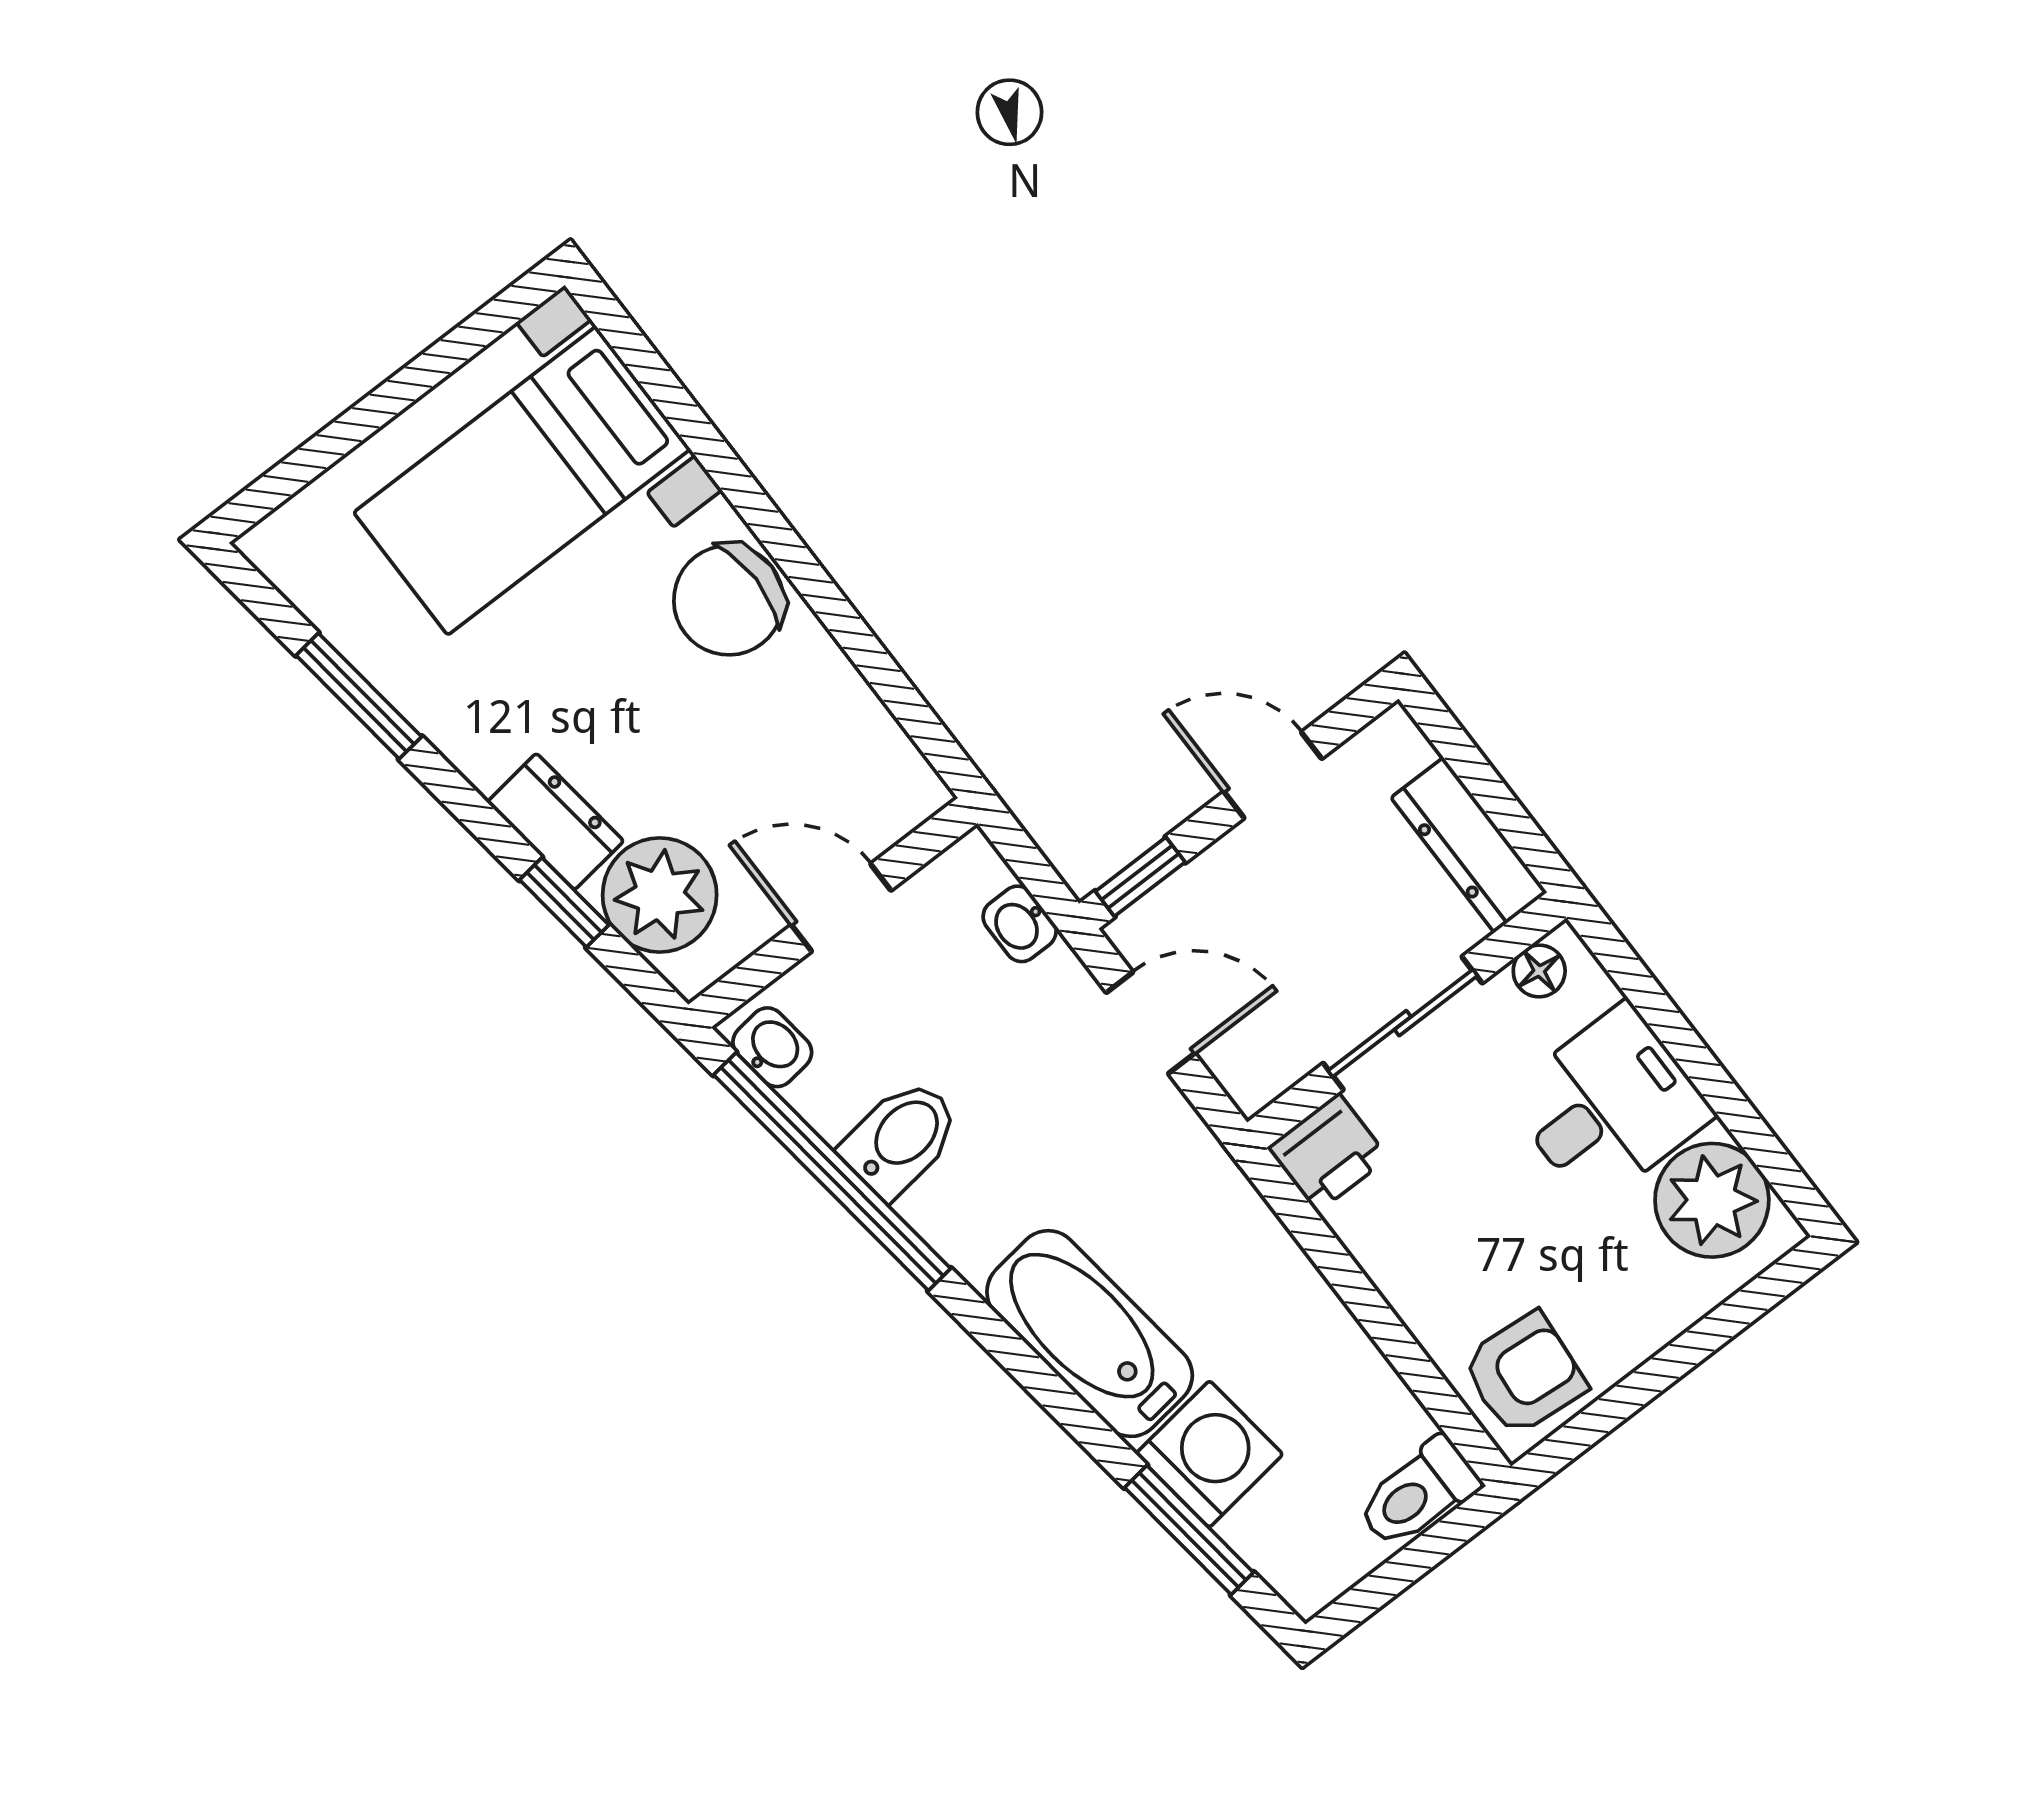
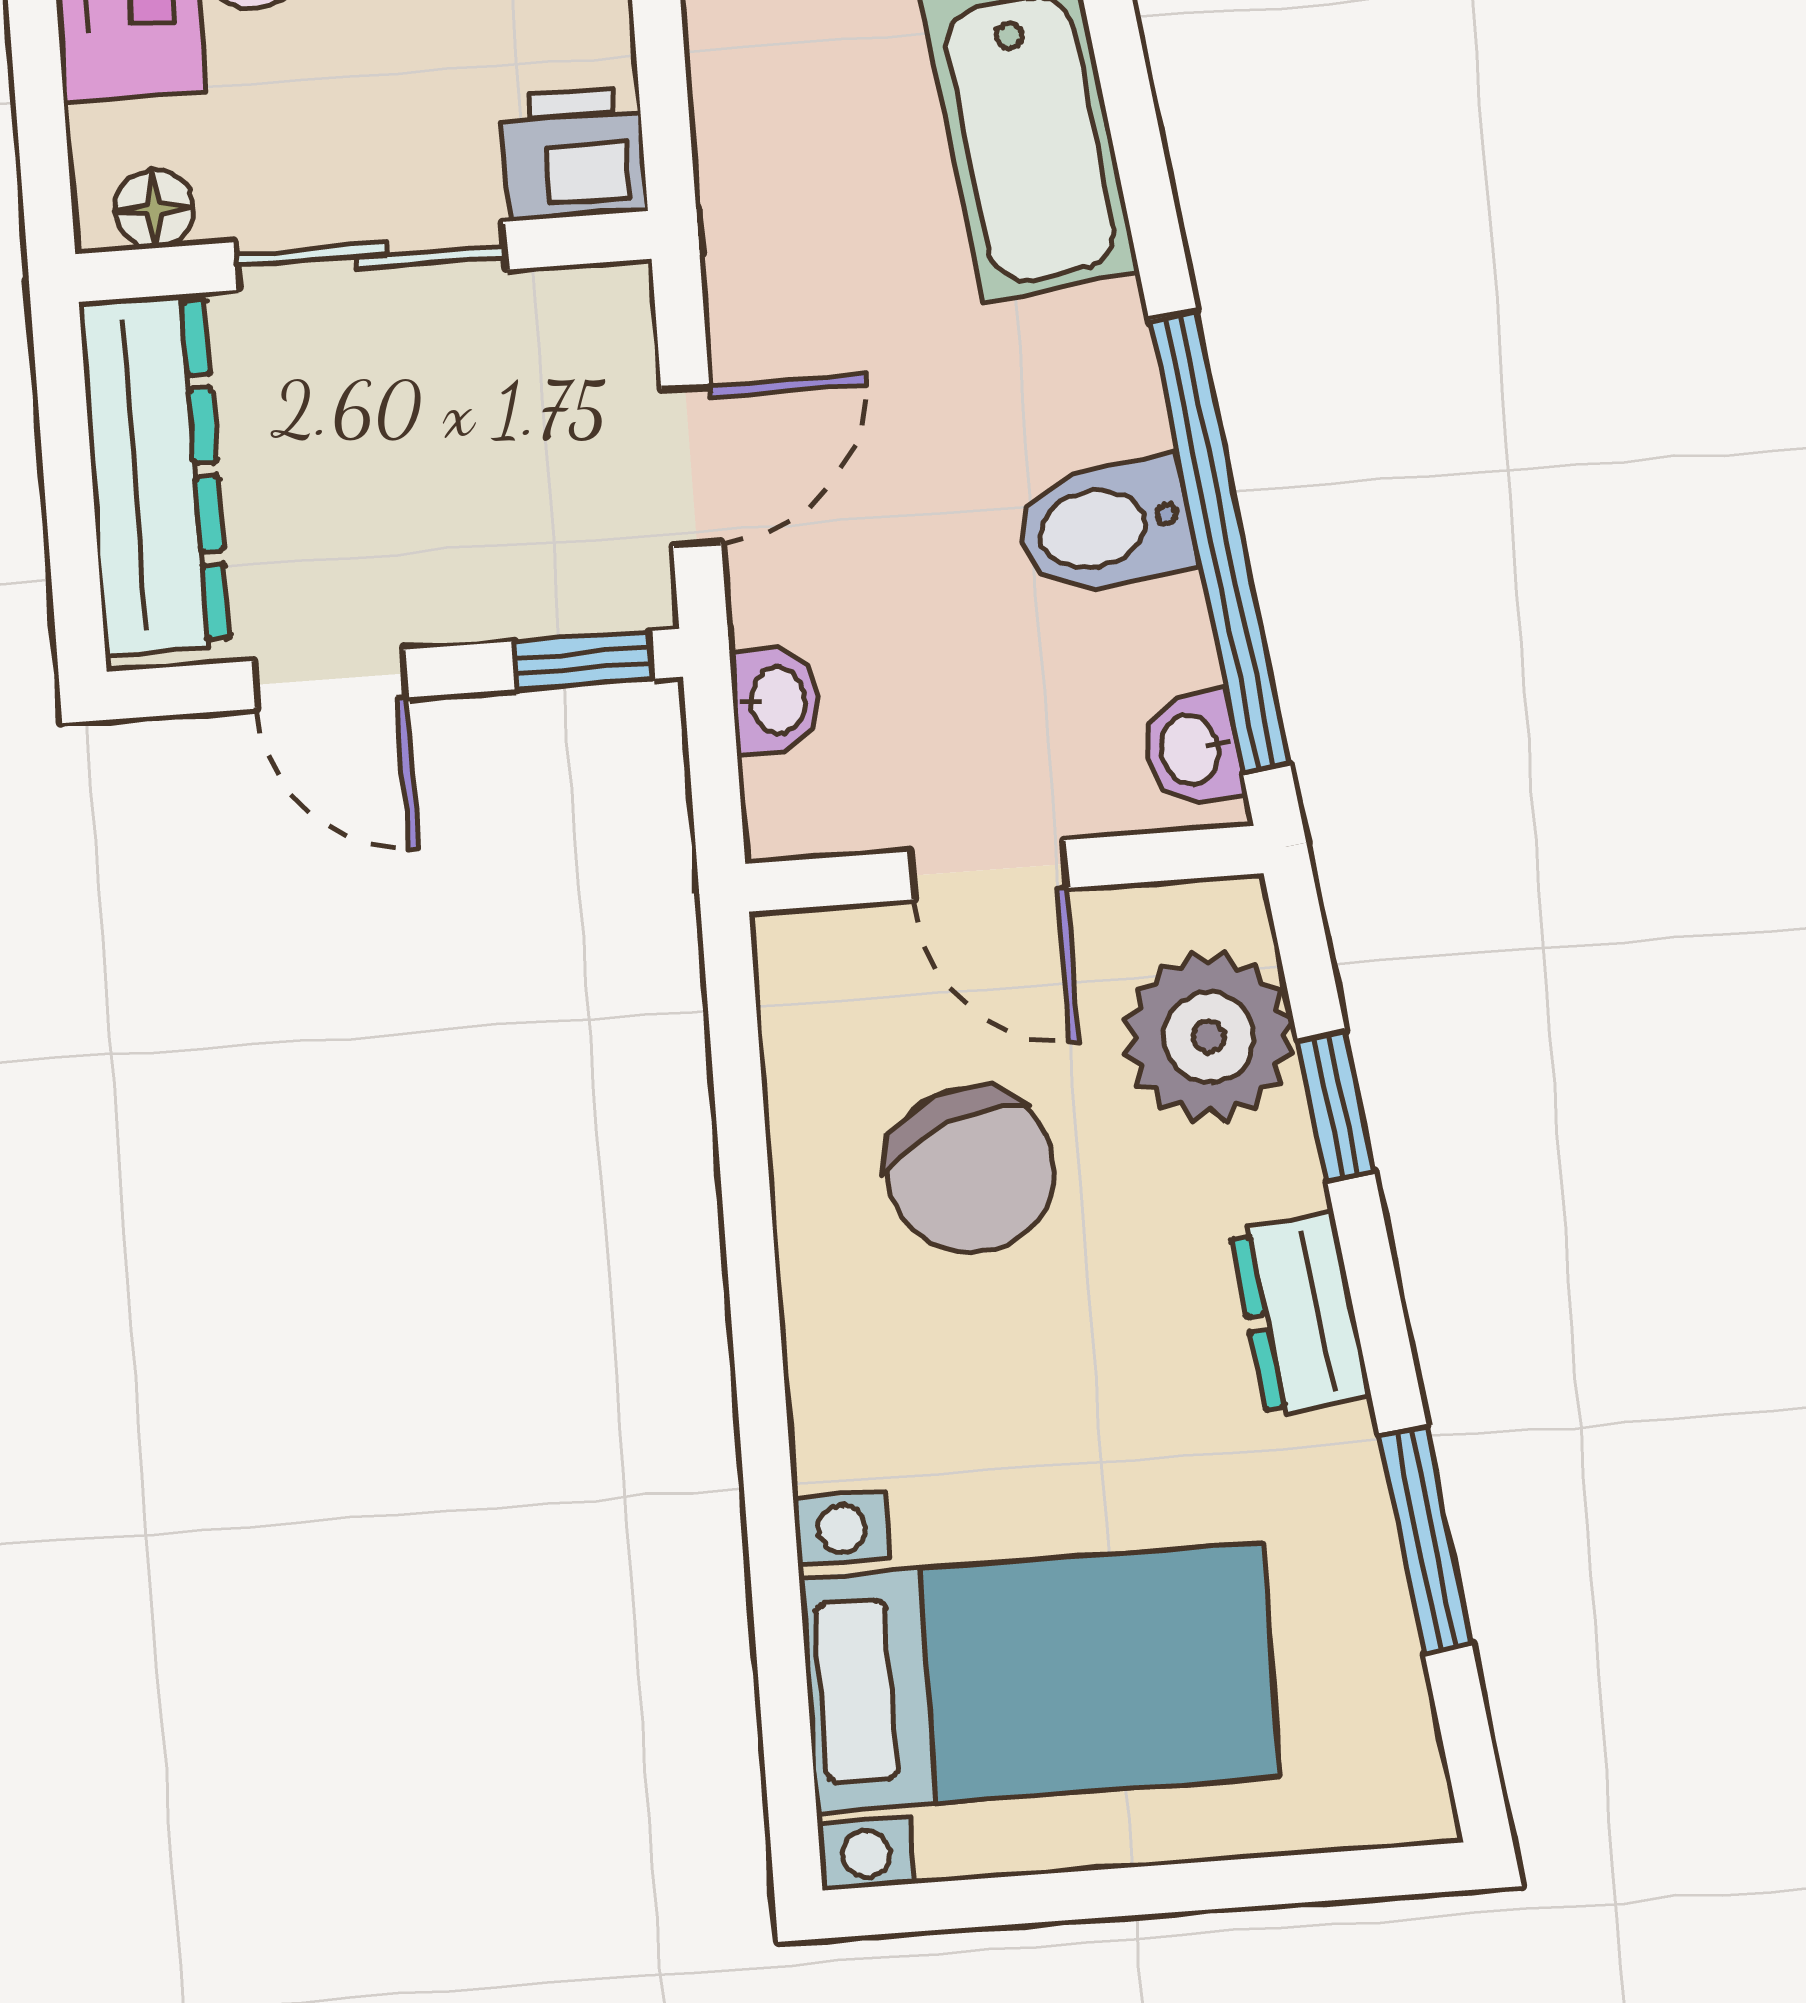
chair: (729, 600) -> (971, 1170), moved, turned 68
dresser: (555, 822) -> (1300, 1314), moved
dresser: (1469, 845) -> (155, 473), width x1.37, depth x1.24
door: (1151, 1023) -> (691, 466), swing flipped

